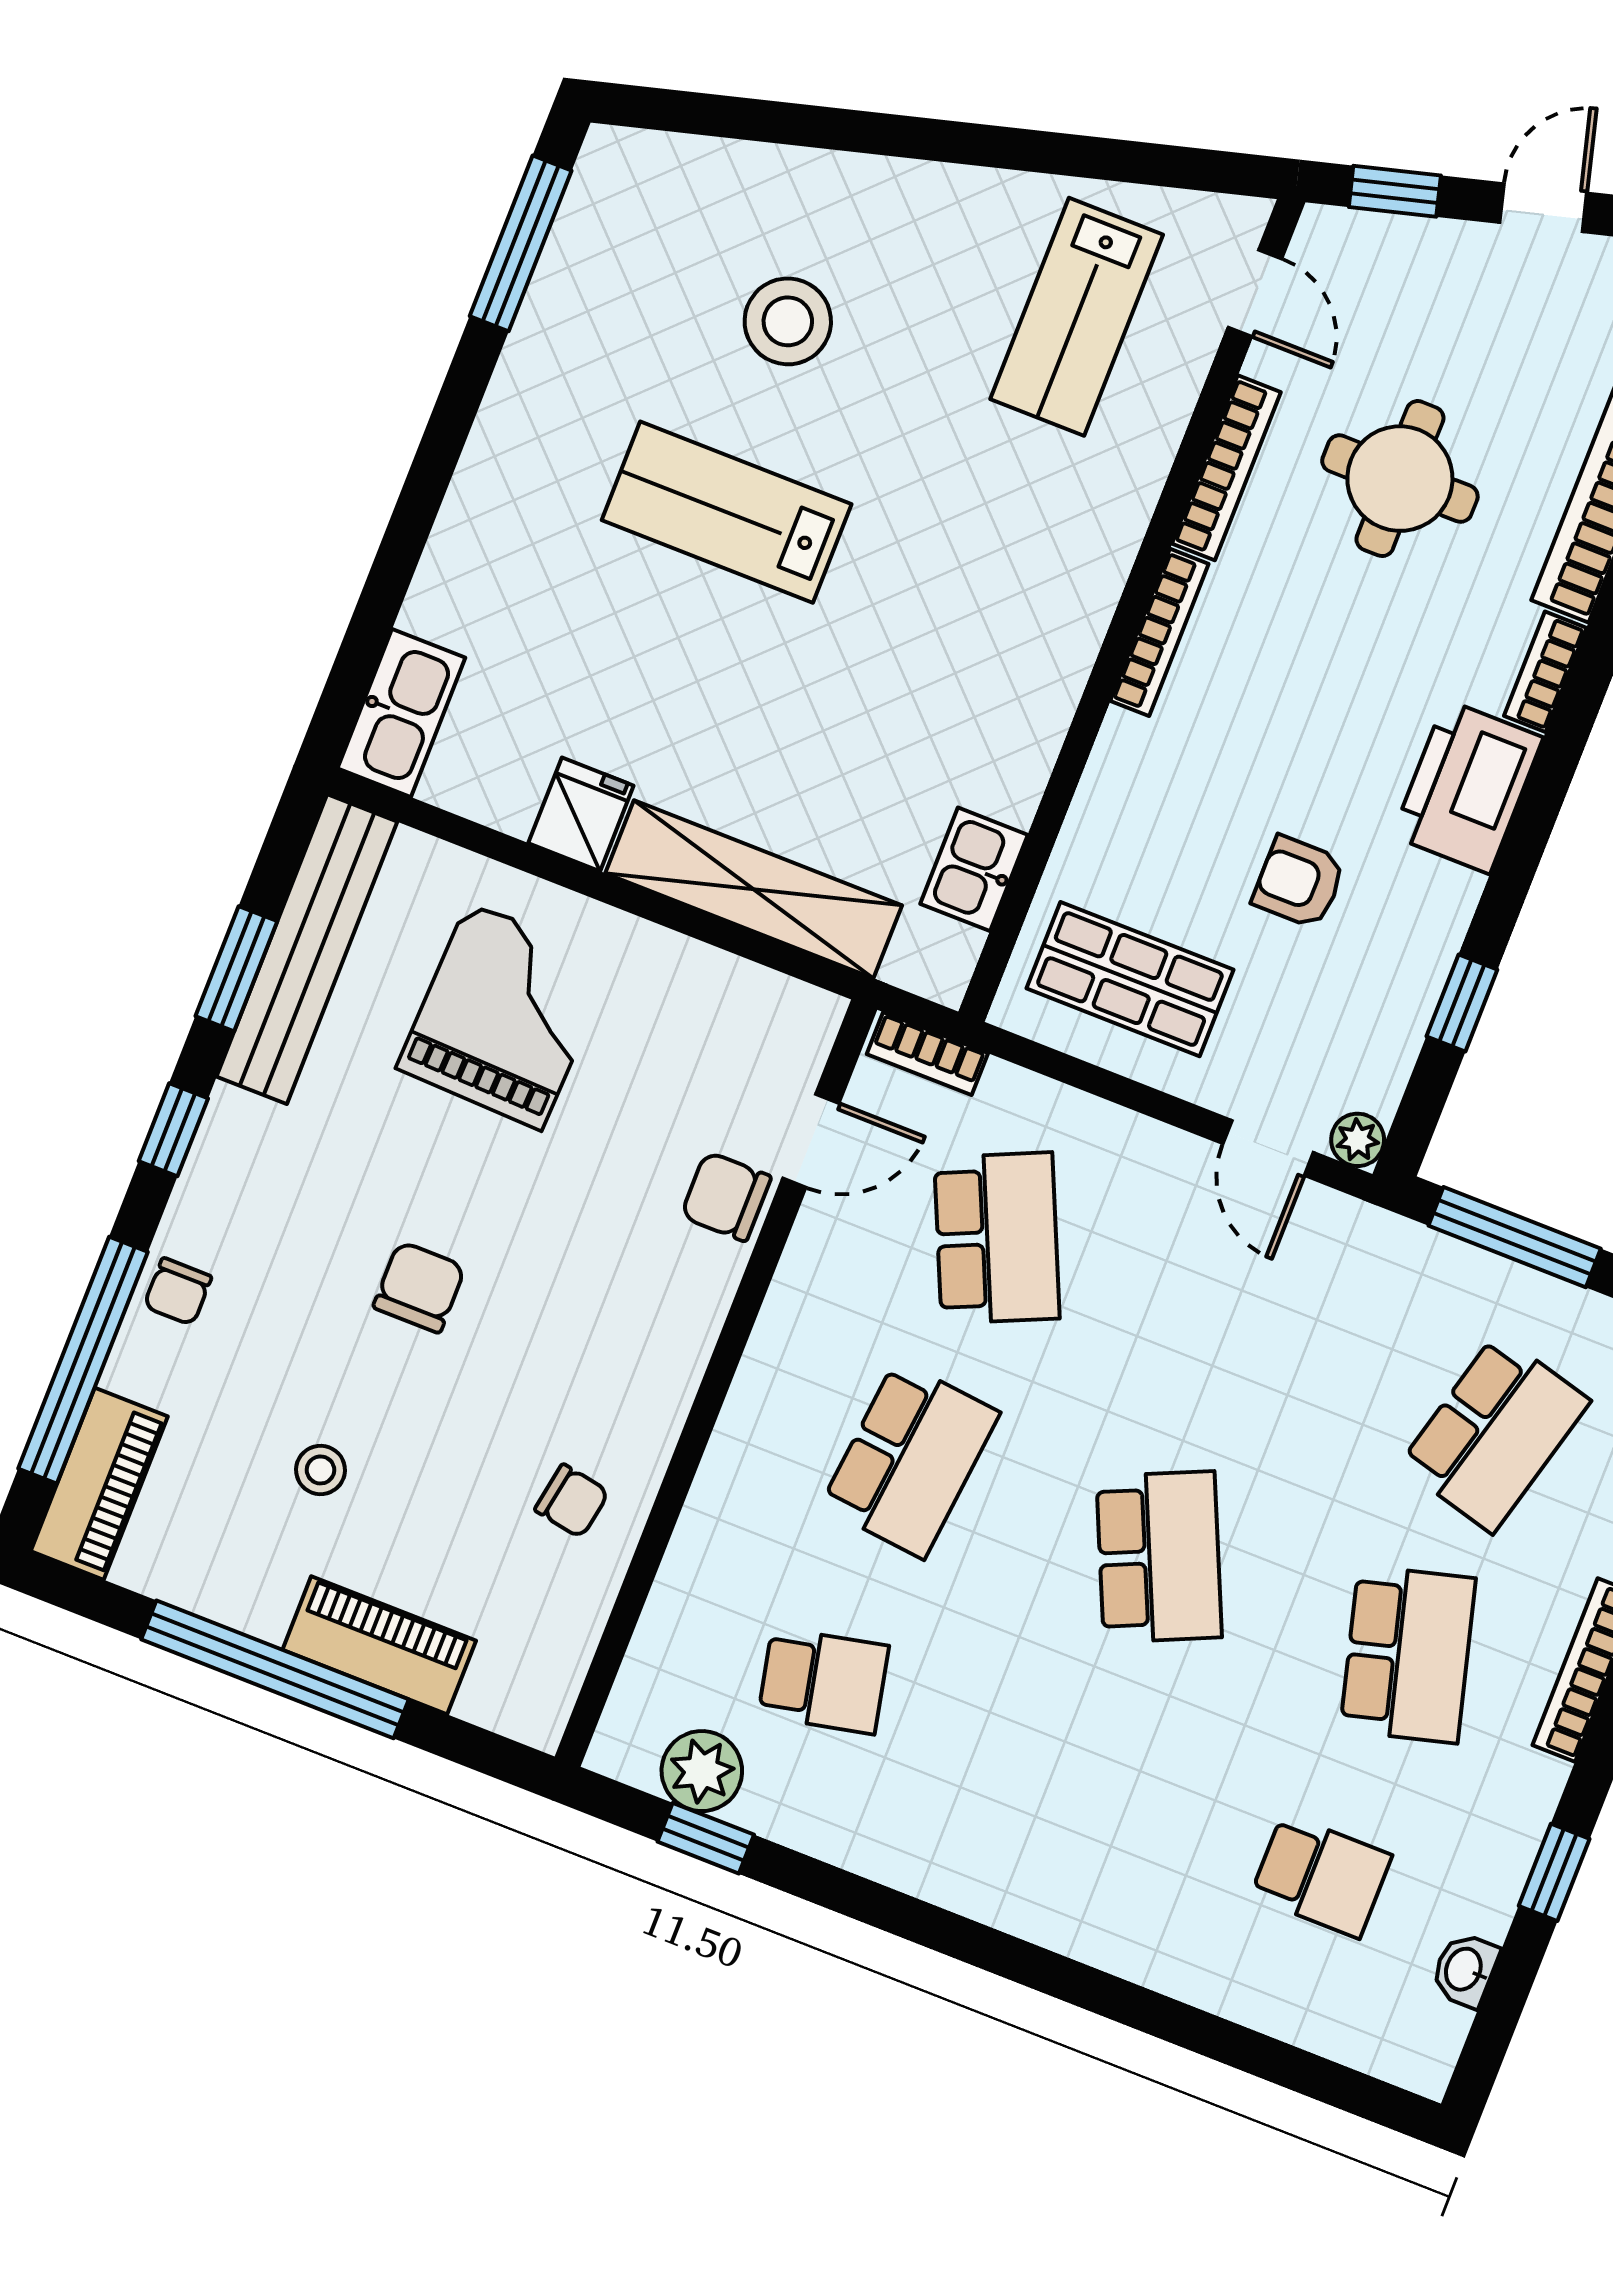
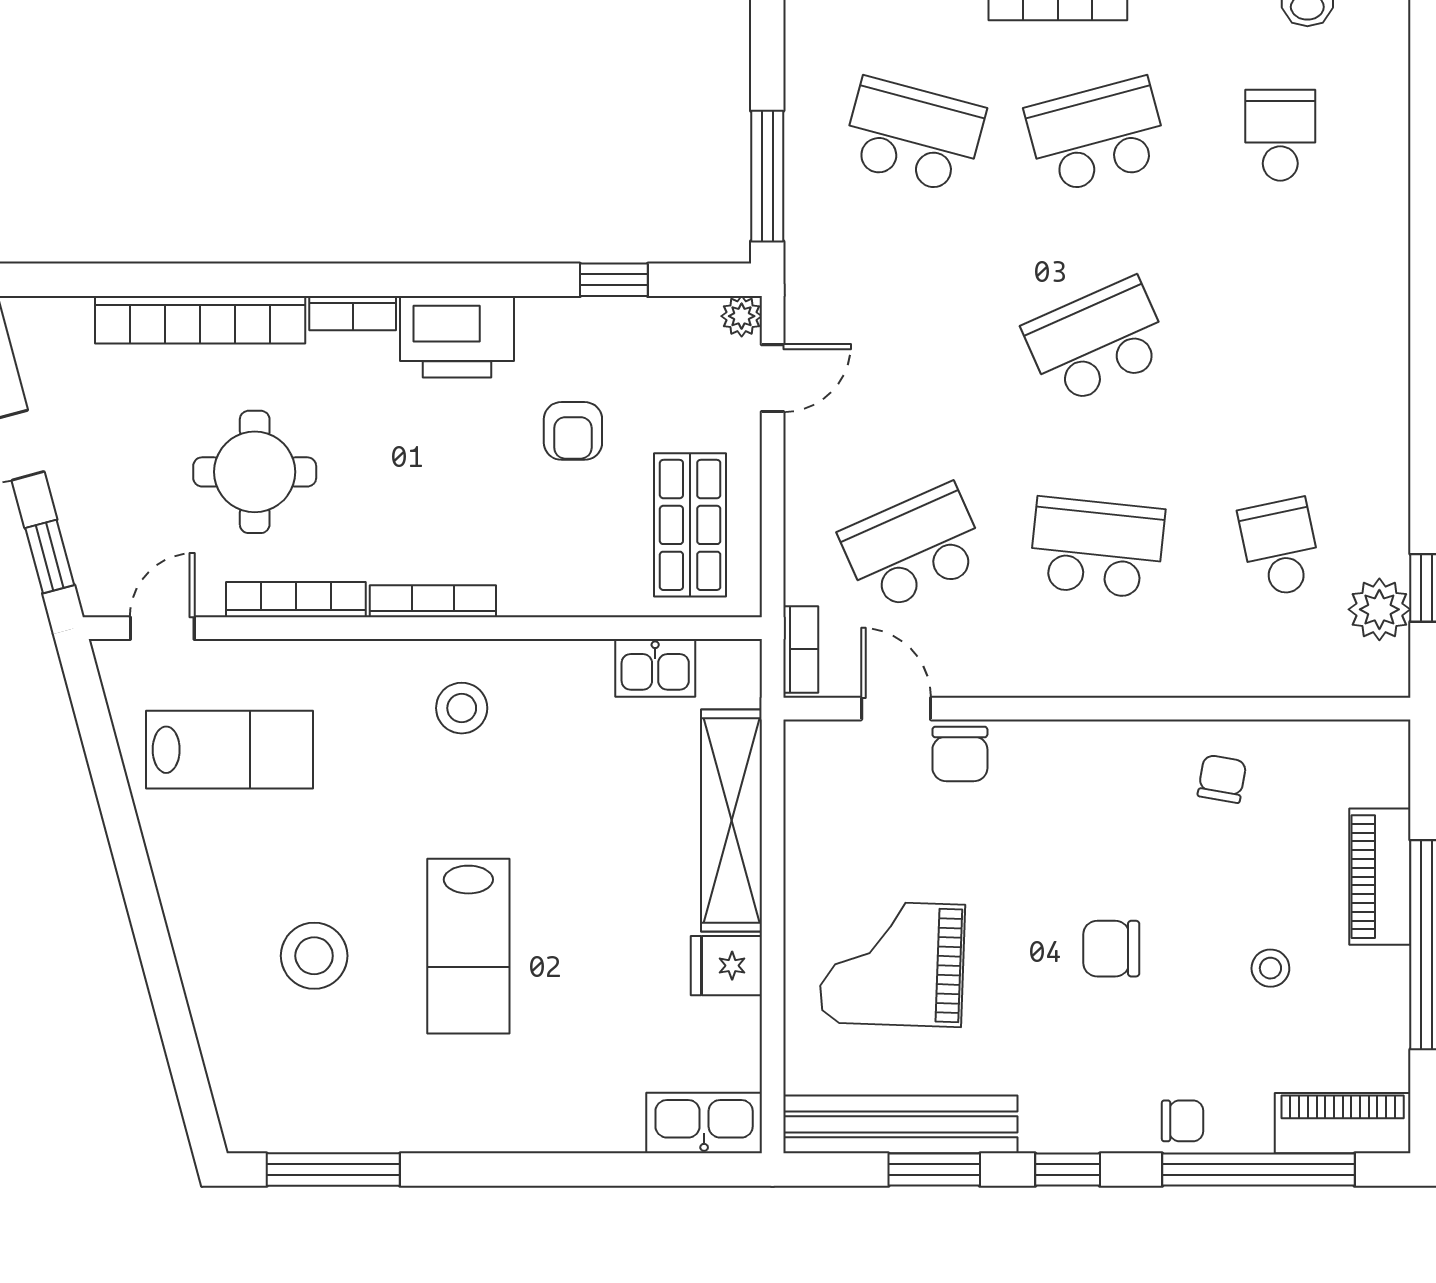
stool: (1017, 617) -> (462, 708), added

